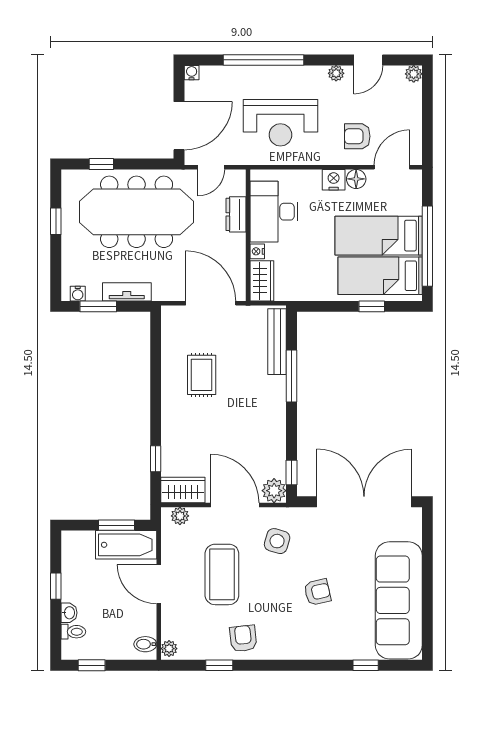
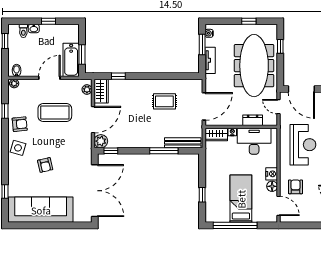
reception desk: (280, 123) -> (303, 145), turned 180
bed: (380, 276) -> (219, 199), removed
side table: (277, 541) -> (18, 148), moved

